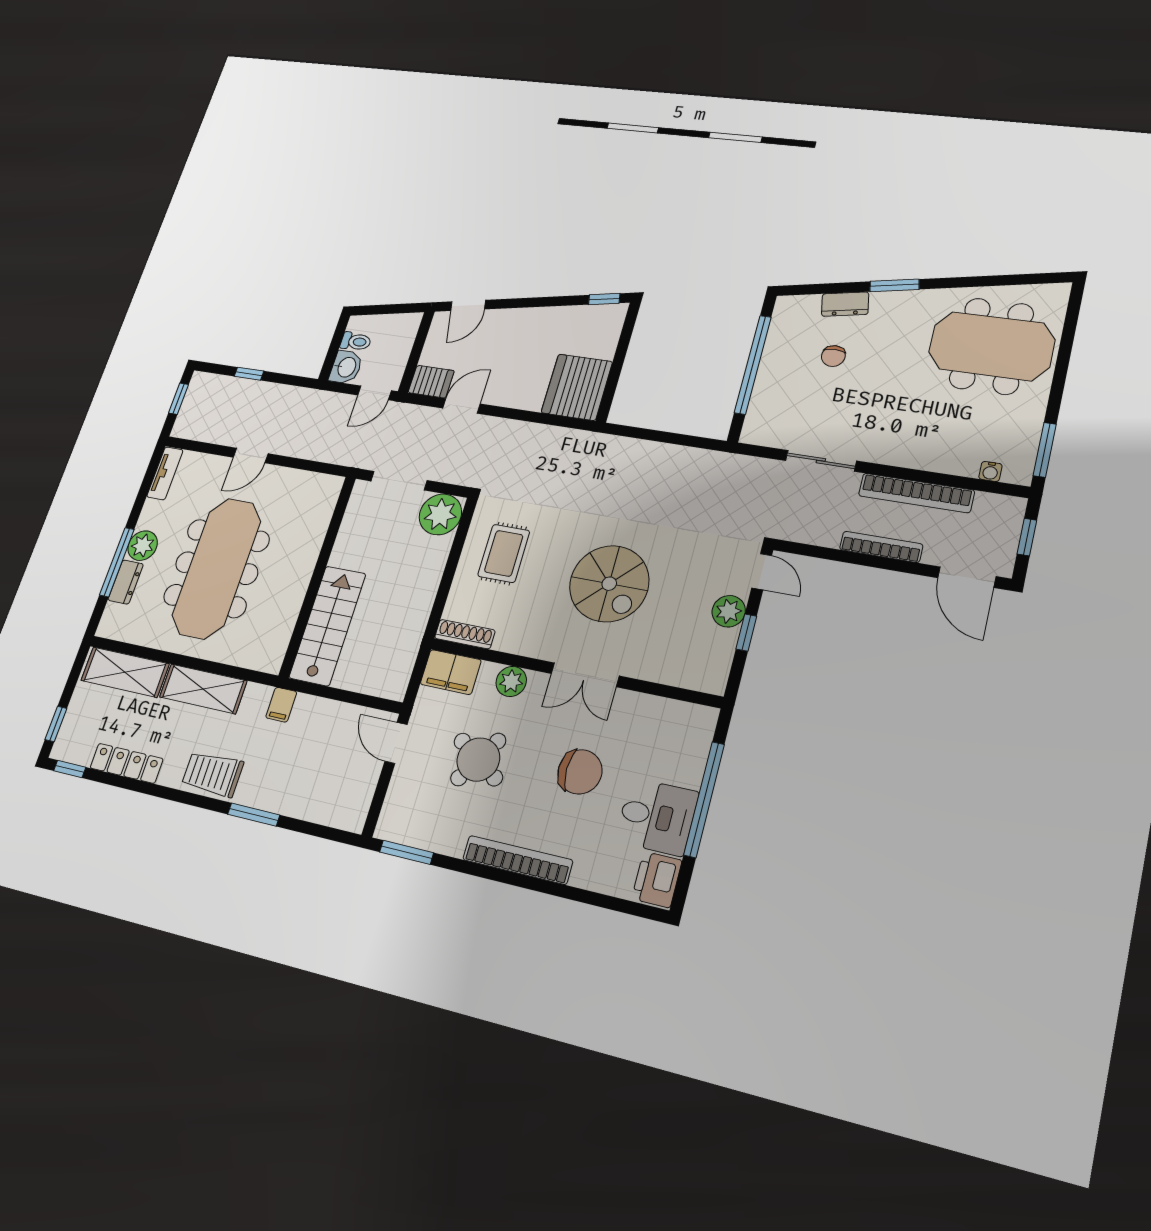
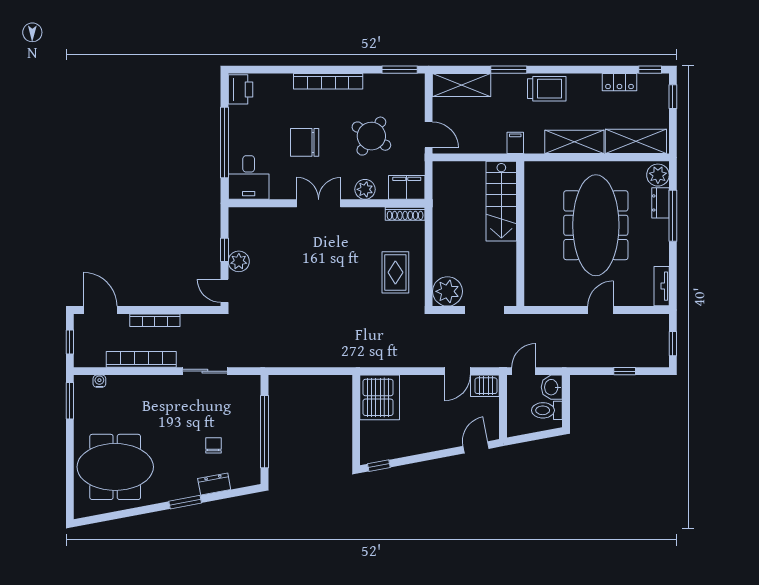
toilet: (356, 341) -> (547, 410), width x1.37, depth x1.39
plant: (143, 546) -> (658, 175), moved
spiral stairs: (609, 584) -> (320, 265), removed
locker: (127, 763) -> (620, 82), width x0.66
shelving: (326, 807) -> (462, 85), added
desk: (657, 817) -> (249, 177), moved, turned -90

